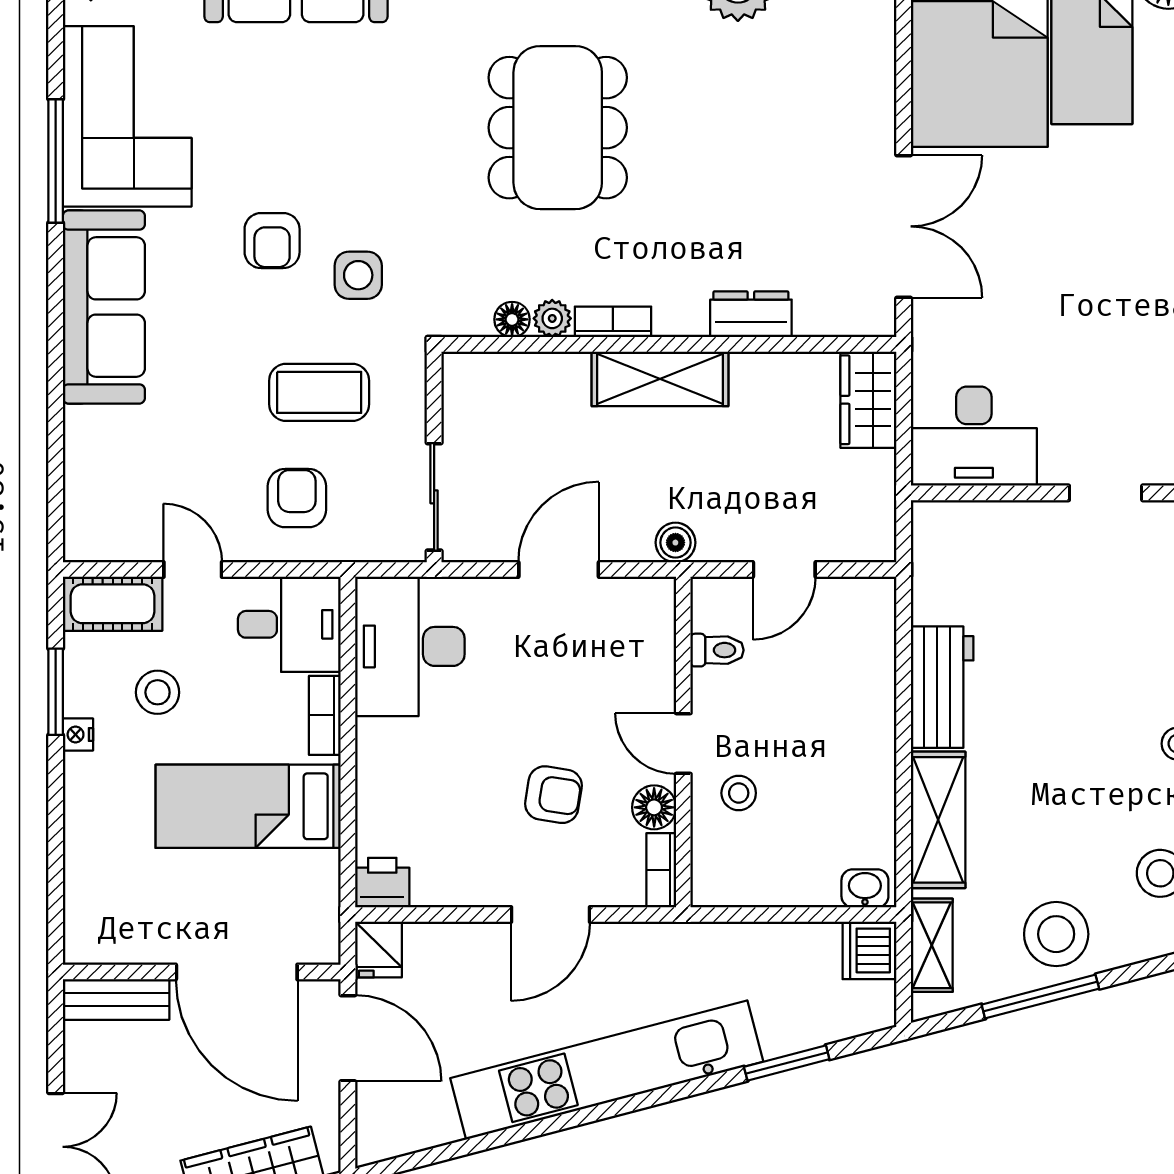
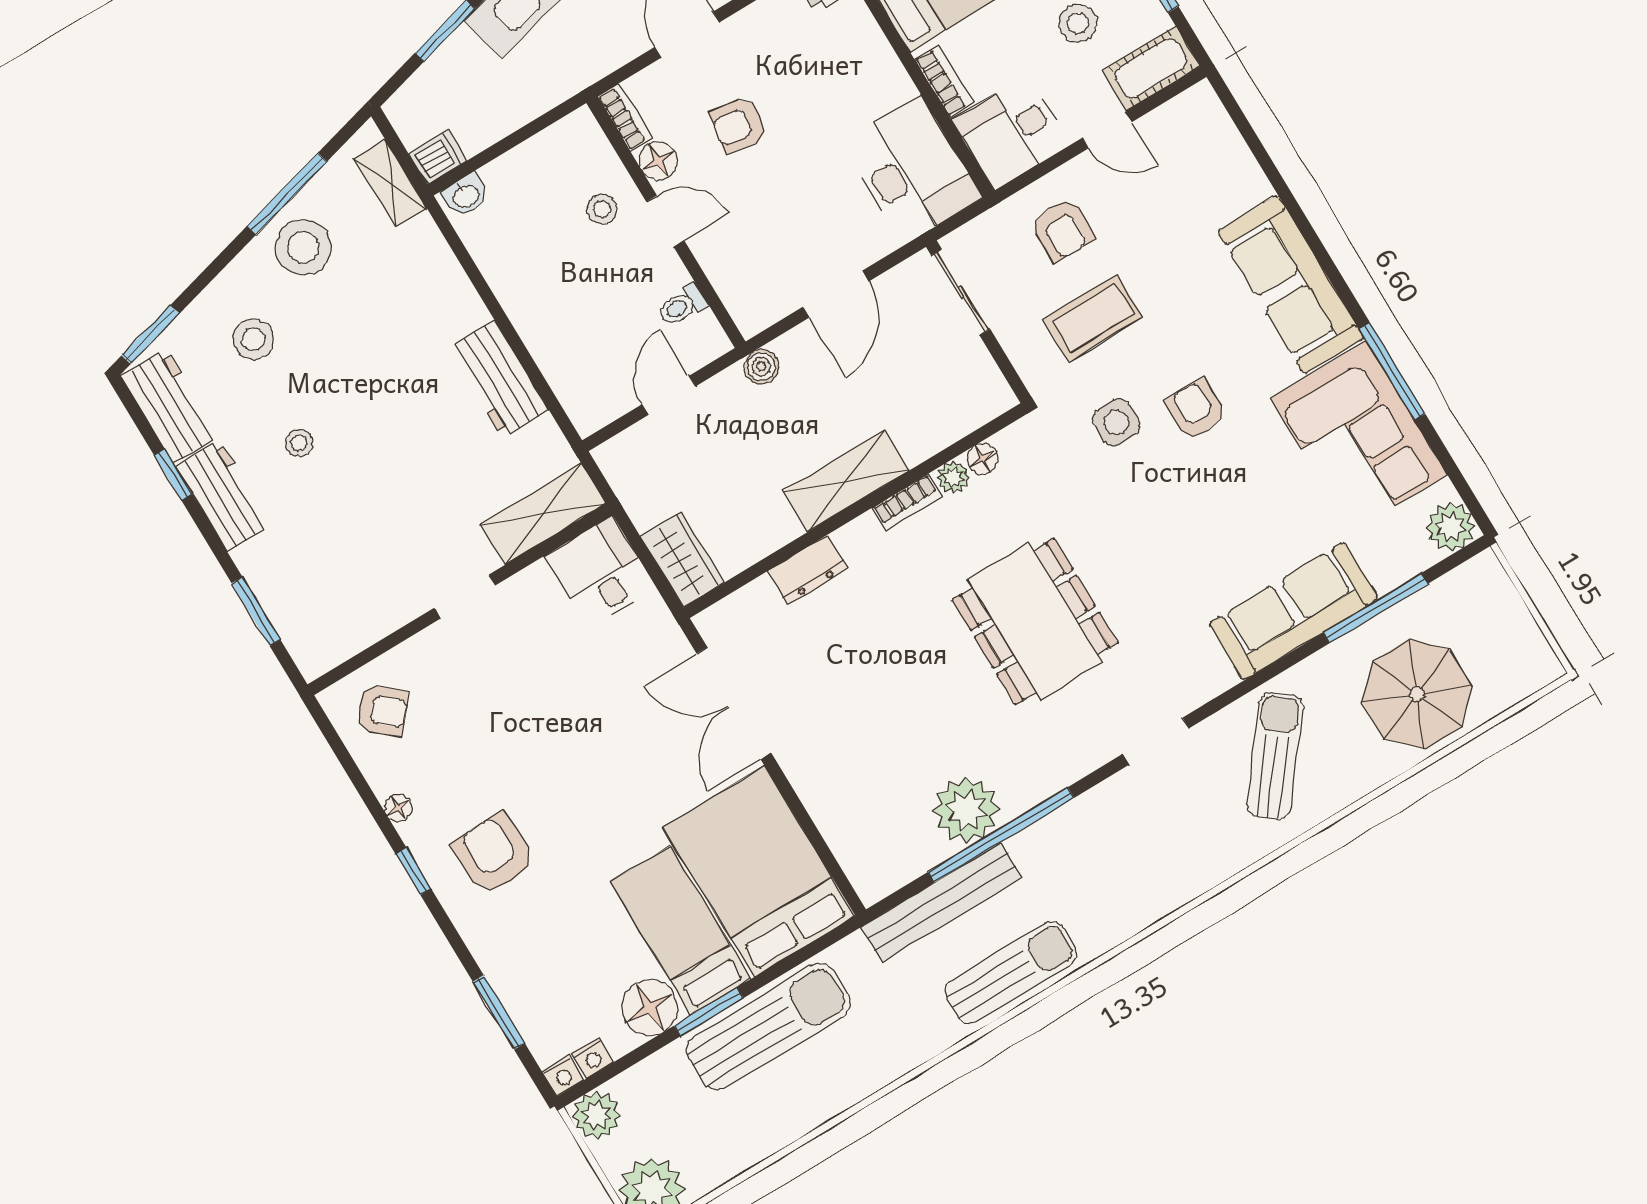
desk: (974, 436) -> (600, 572), width x0.73
shelving: (938, 820) -> (543, 514), moved, turned 90
dishwasher: (870, 950) -> (438, 157), width x0.73

